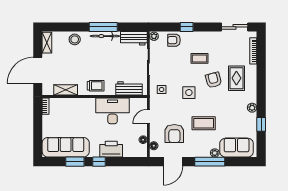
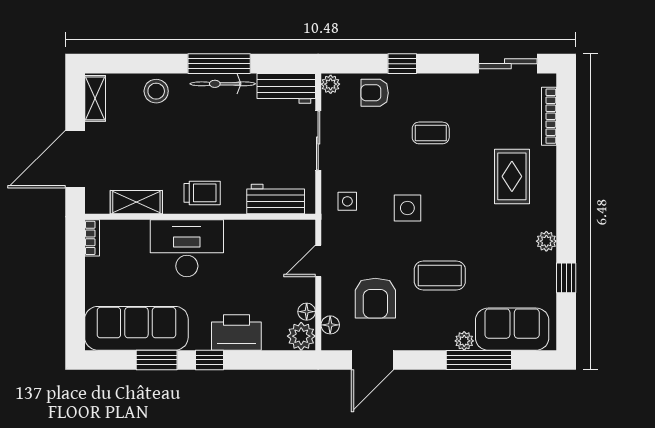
armchair: (214, 80) -> (461, 180), removed
desk: (113, 111) -> (187, 248), moved
plant: (141, 151) -> (301, 336), added
window: (210, 162) -> (479, 360), moved

